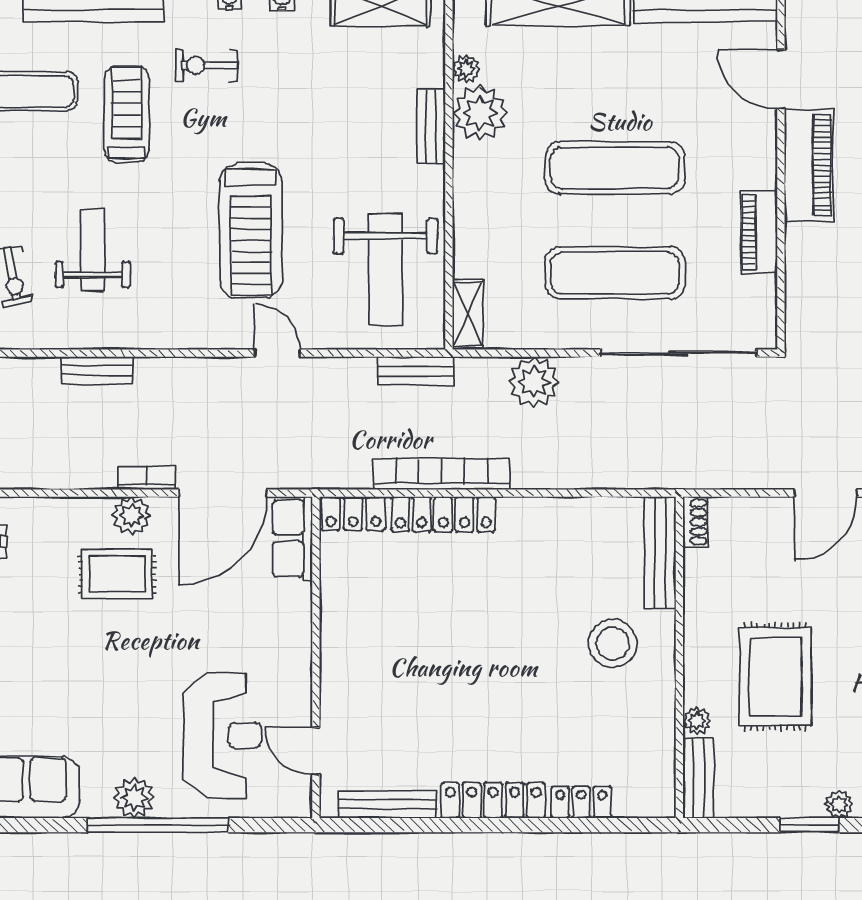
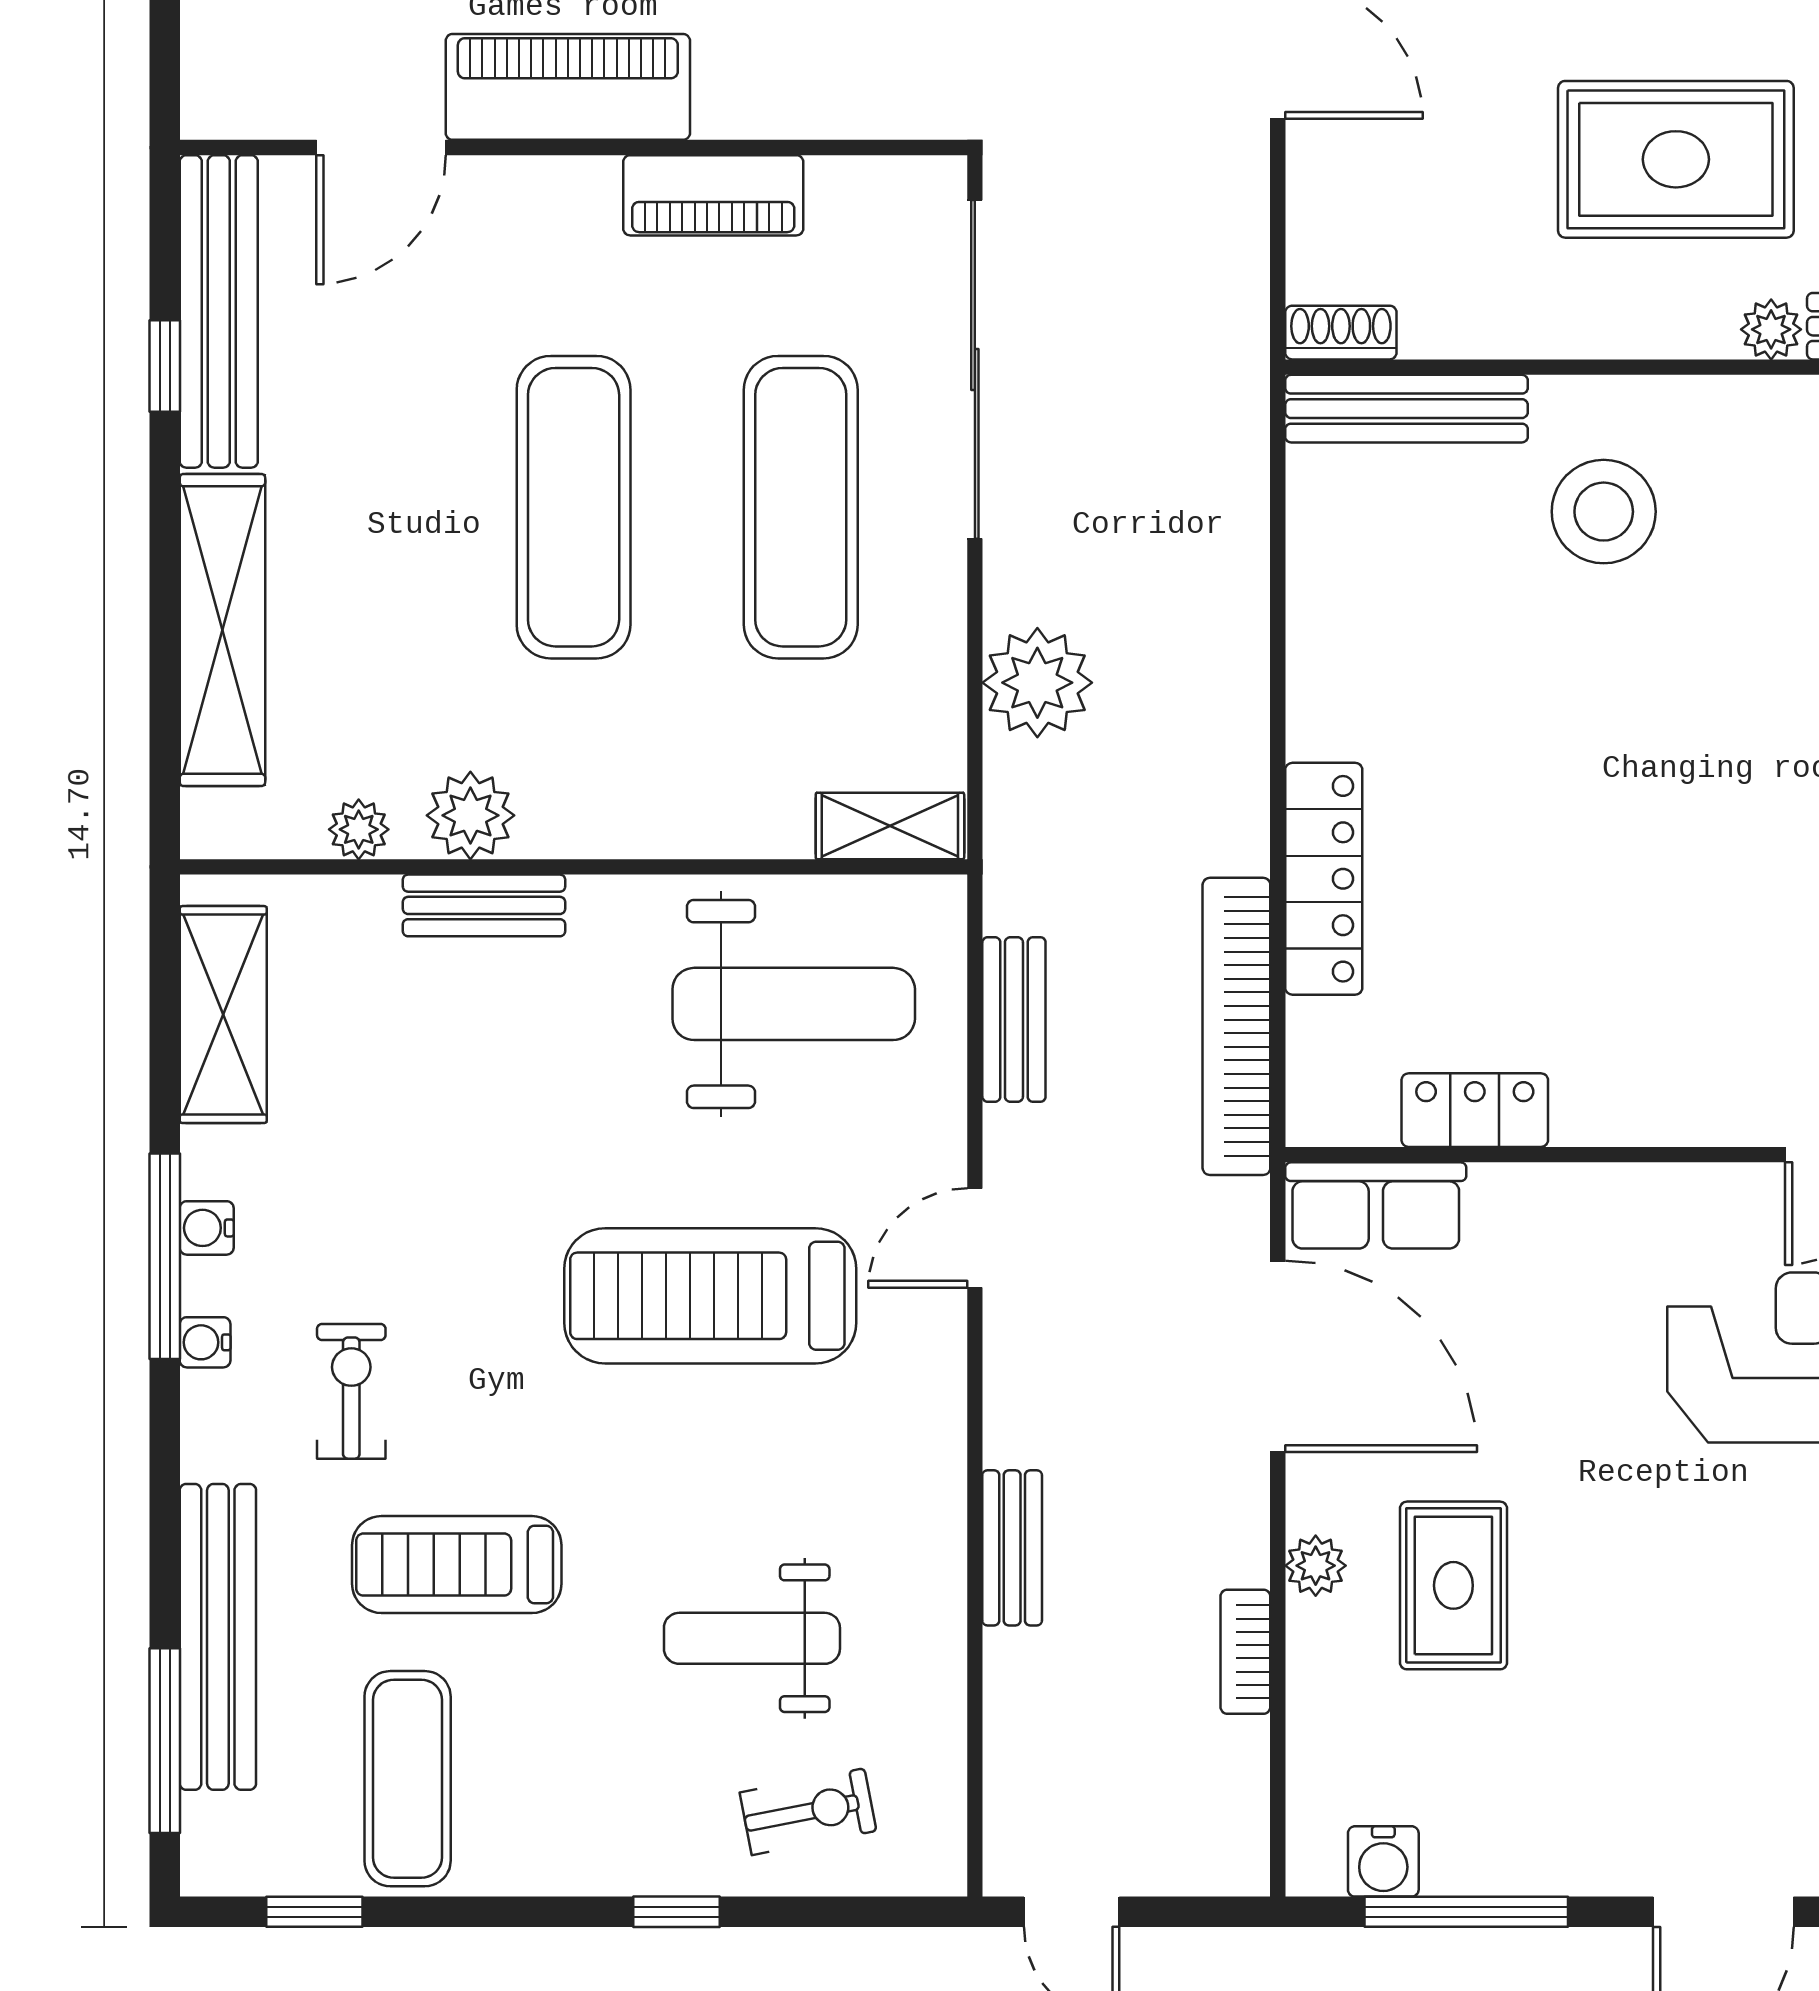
exercise bike: (207, 65) -> (351, 1391), turned 180
plant: (480, 113) -> (470, 815), width x0.73, depth x0.73
treadmill: (251, 231) -> (710, 1296), turned 180
bench: (97, 370) -> (1012, 1548), moved
bench: (416, 371) -> (1014, 1019), moved
bookcase: (442, 474) -> (1236, 1026), moved
bookcase: (146, 478) -> (1245, 1652), moved
locker: (353, 514) -> (1475, 1110), moved, turned -90
plant: (131, 516) -> (1316, 1566), width x0.73, depth x0.73

